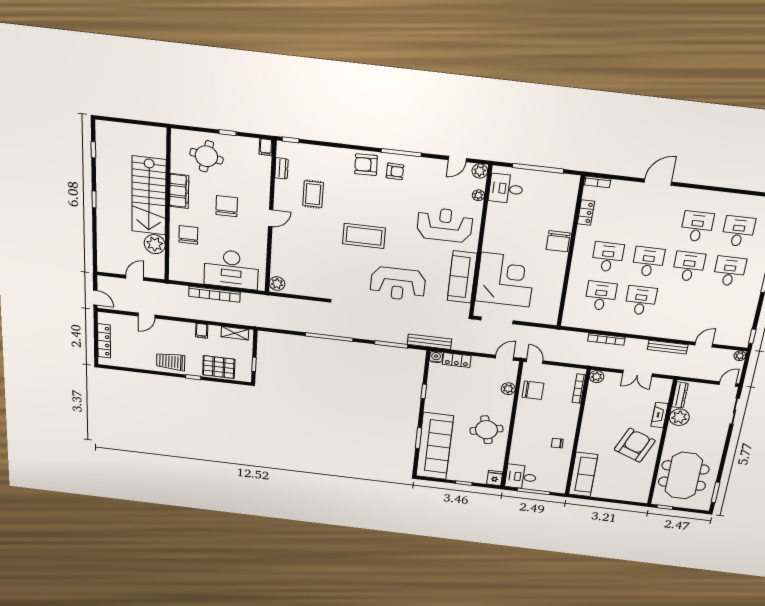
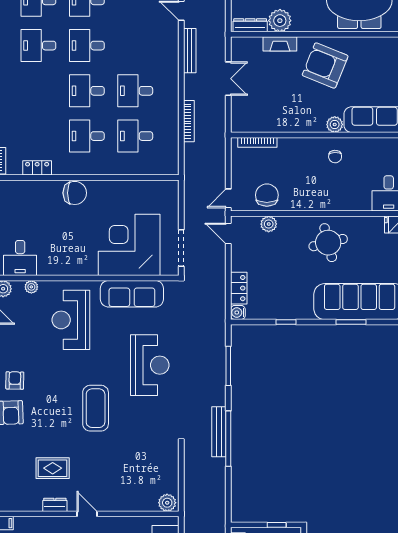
dresser: (281, 168) -> (55, 505), moved
bench: (429, 342) -> (219, 432), moved
plant: (597, 377) -> (335, 124), moved

